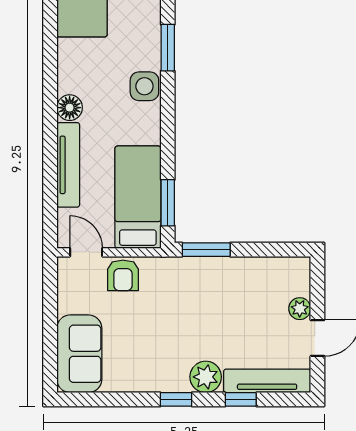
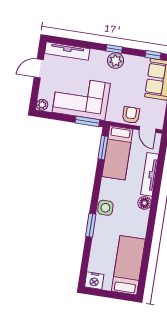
corner sofa: (225, 294) -> (81, 98), added
plant: (300, 309) -> (42, 105), moved
plant: (206, 377) -> (116, 61), moved
window: (241, 399) -> (153, 55), moved

